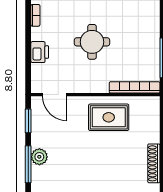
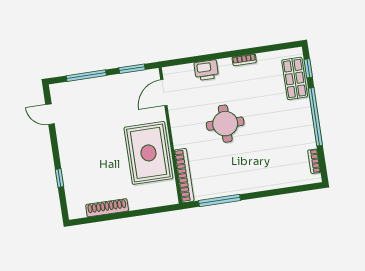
rug: (109, 117) -> (148, 153), width x1.37, depth x1.44
plant: (39, 157) -> (96, 86), removed

